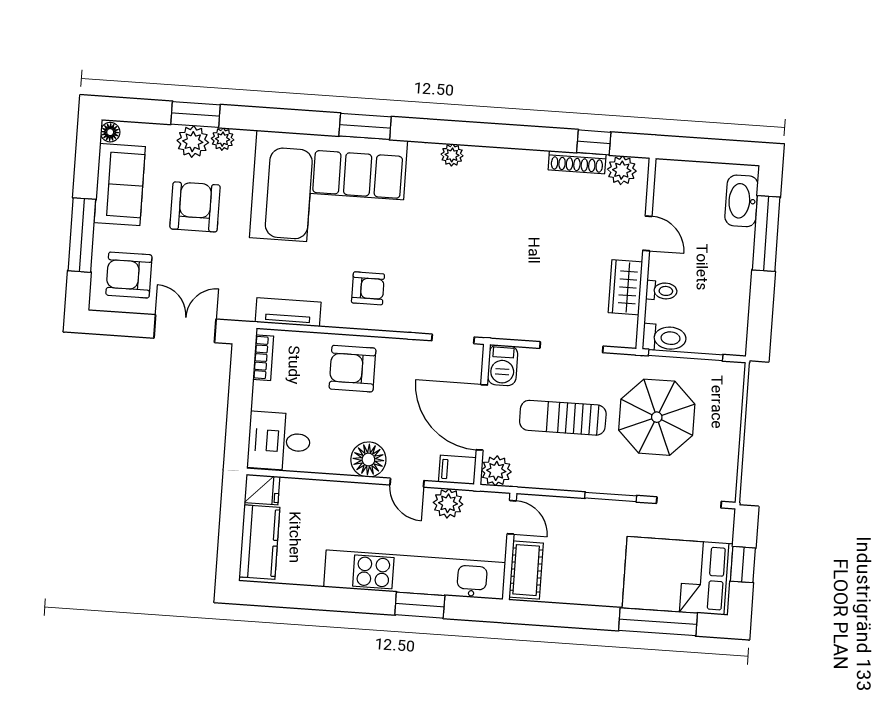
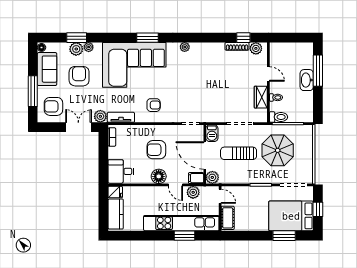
washbasin: (742, 201) -> (307, 80), moved
plant: (239, 306) -> (100, 116), added
armchair: (352, 369) -> (156, 150), moved
window: (658, 622) -> (284, 236), width x0.69

